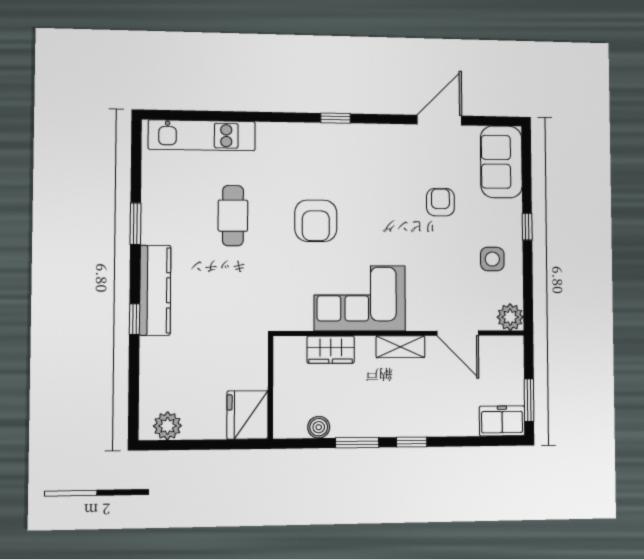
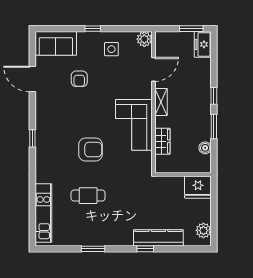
armchair: (440, 202) -> (79, 79), turned -90
kitchen counter: (155, 290) -> (158, 238), moved

